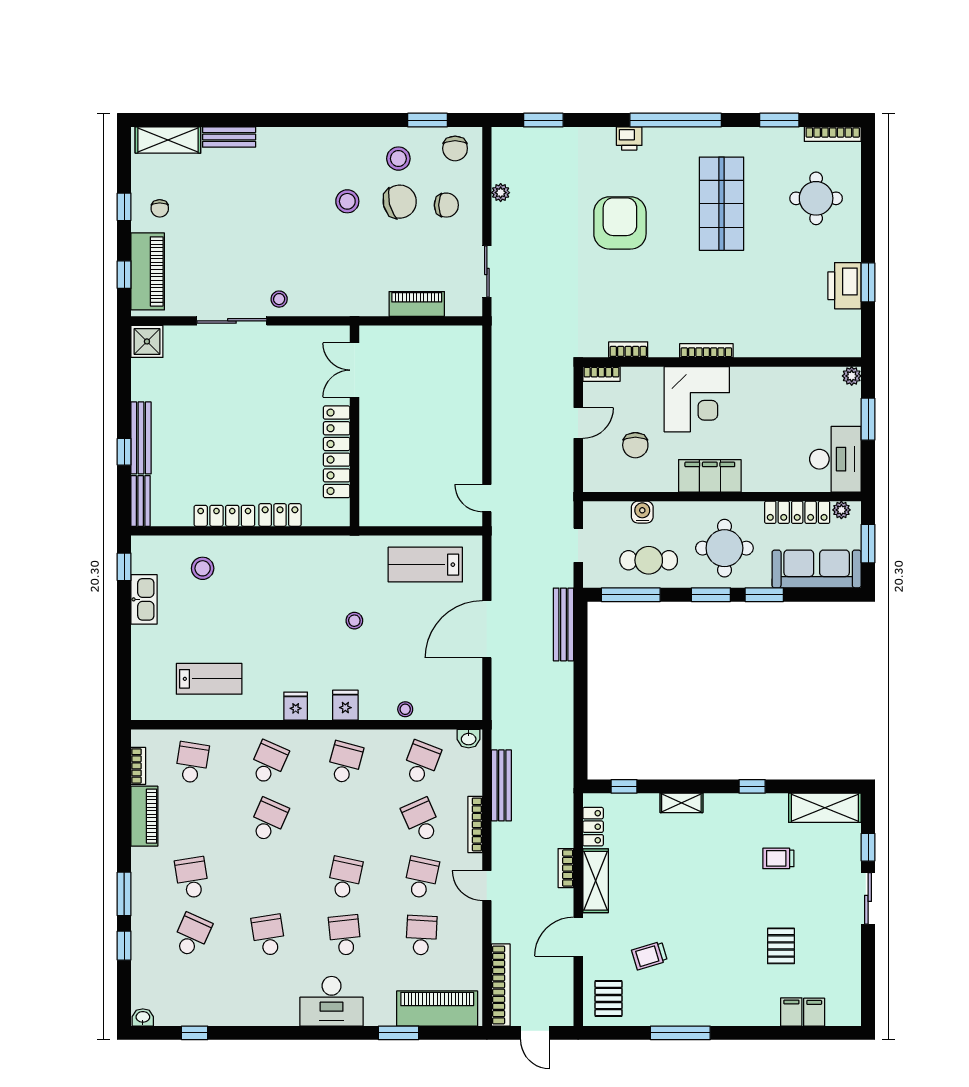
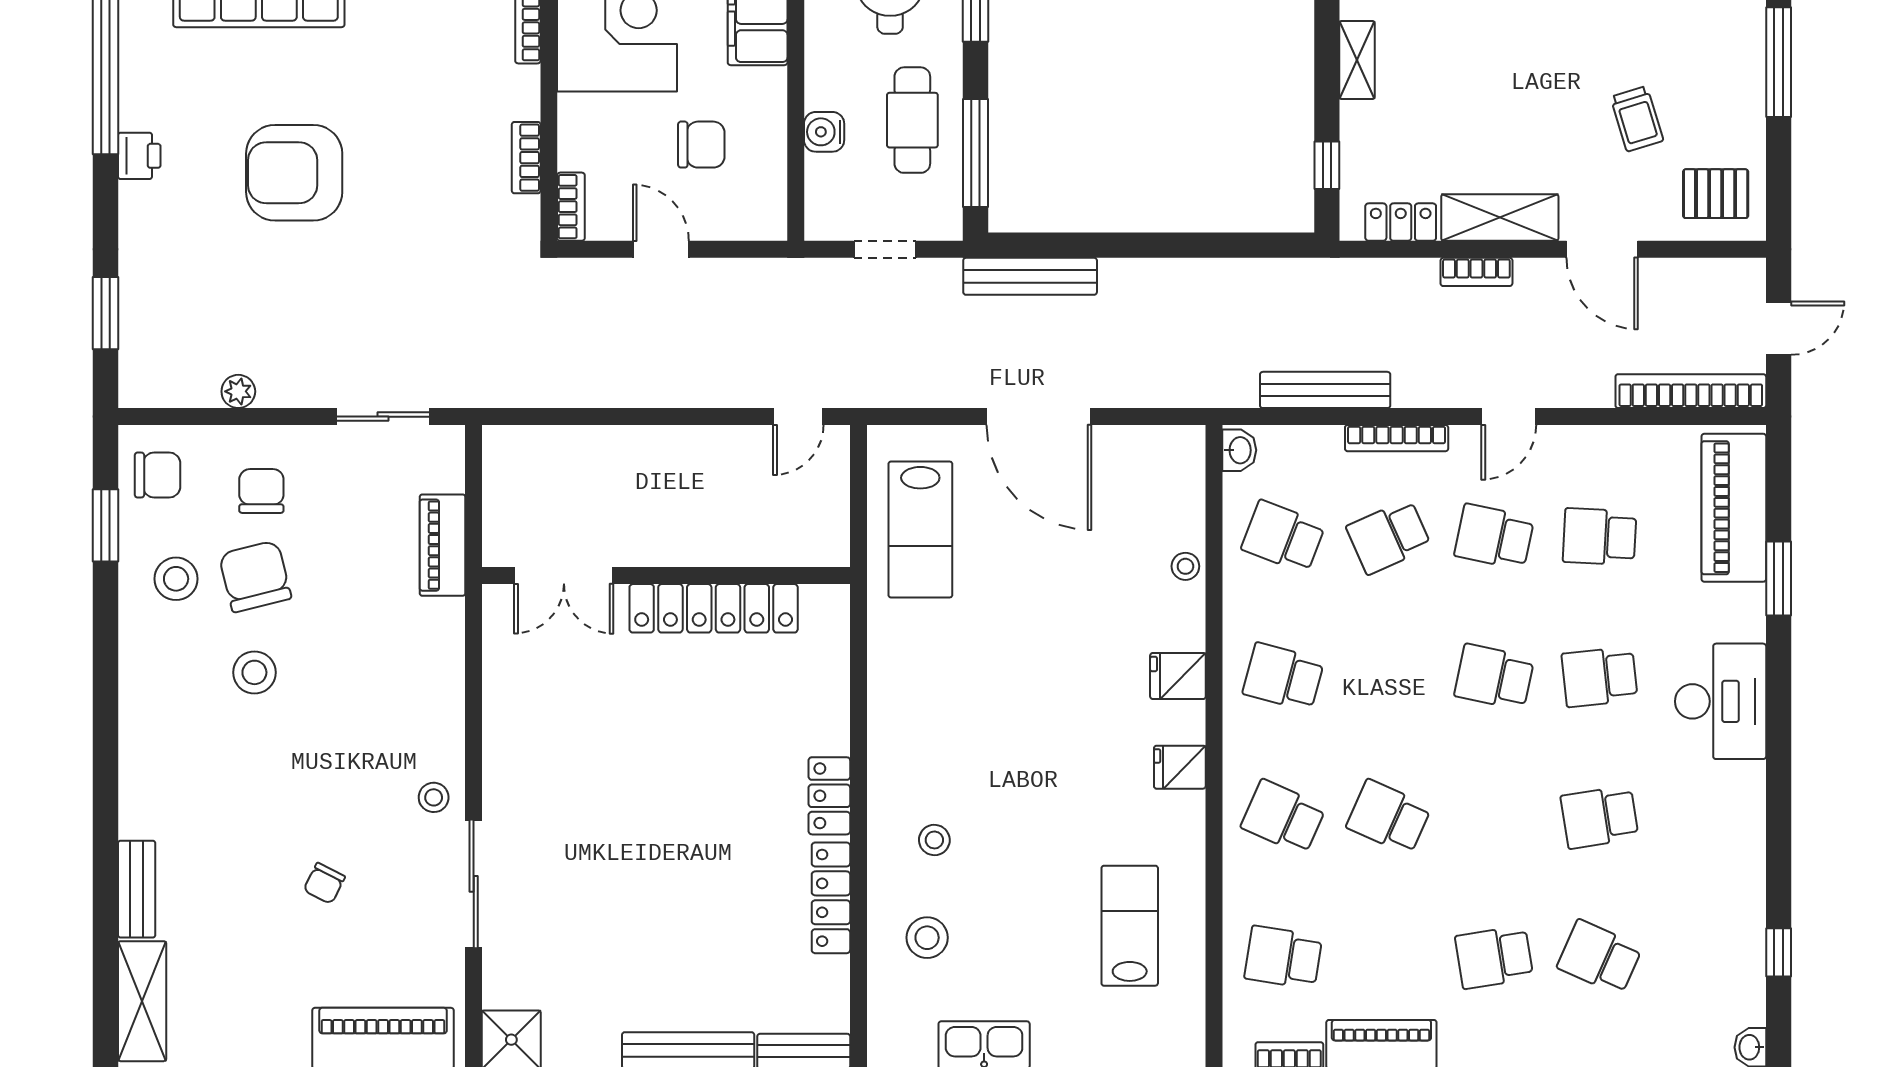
chair: (160, 208) -> (324, 883), moved, turned 117
double door: (355, 370) -> (564, 575), moved
wall: (355, 426) -> (666, 575), moved
locker: (337, 452) -> (714, 608), moved
stool: (354, 621) -> (934, 840), moved

